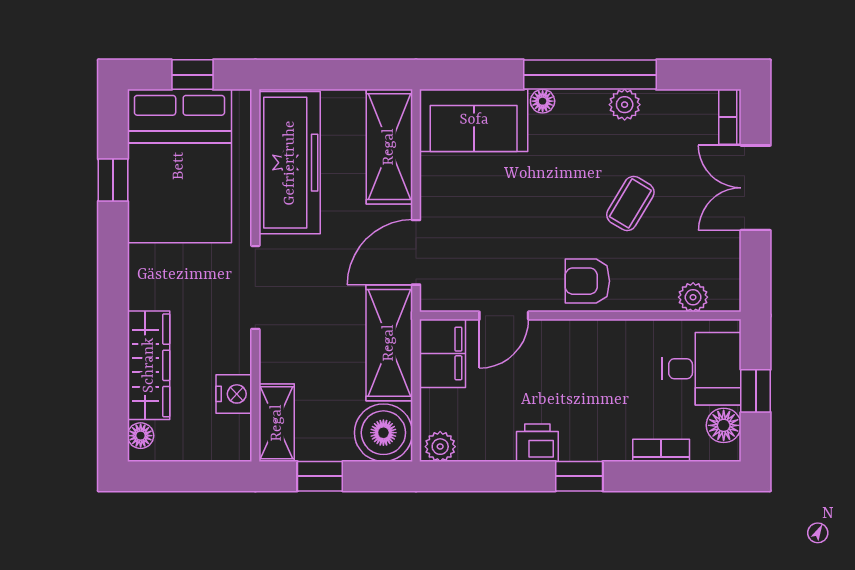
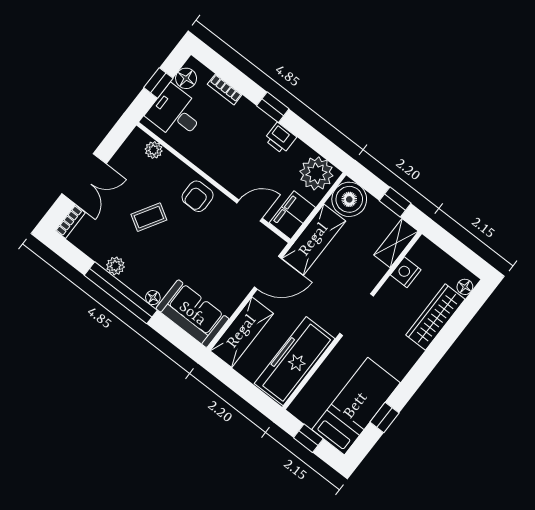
bed: (179, 166) -> (356, 406), width x0.67
armchair: (587, 281) -> (198, 196), turned 90
plant: (440, 447) -> (316, 173), width x1.88, depth x1.88

